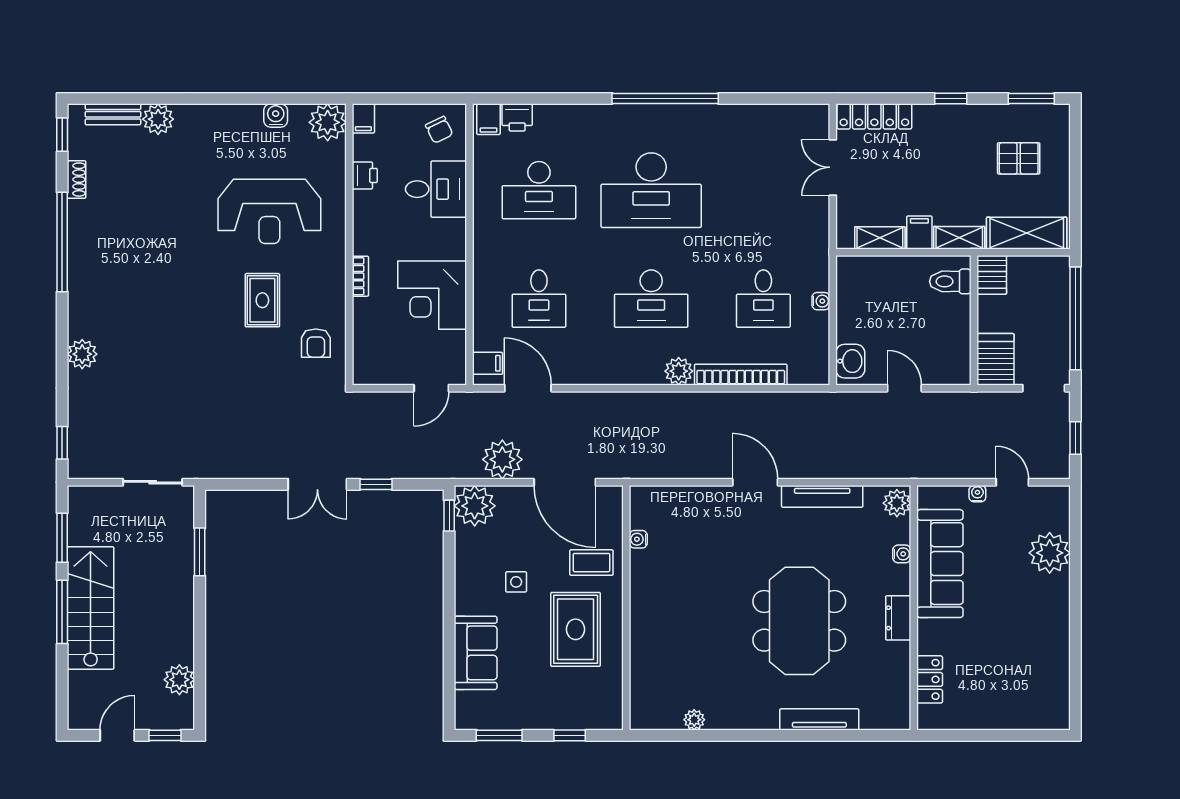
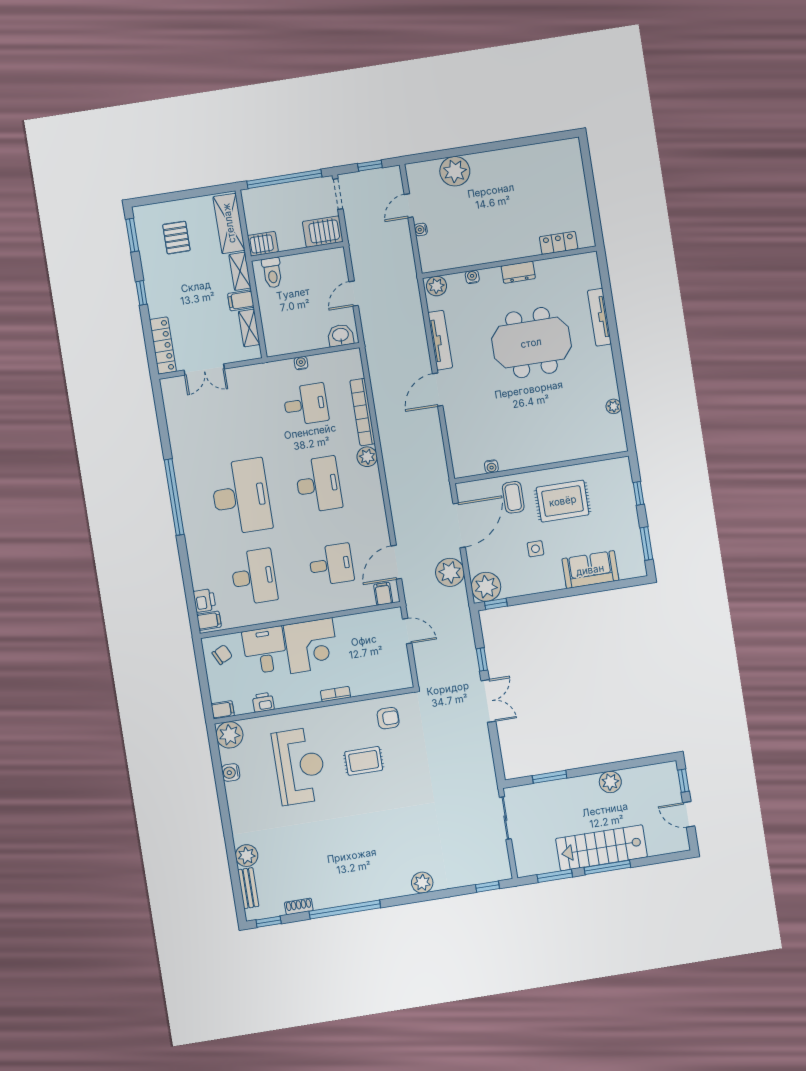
corner desk: (432, 295) -> (311, 646), moved
sofa: (940, 564) -> (475, 248), removed
plant: (179, 680) -> (610, 782), moved

